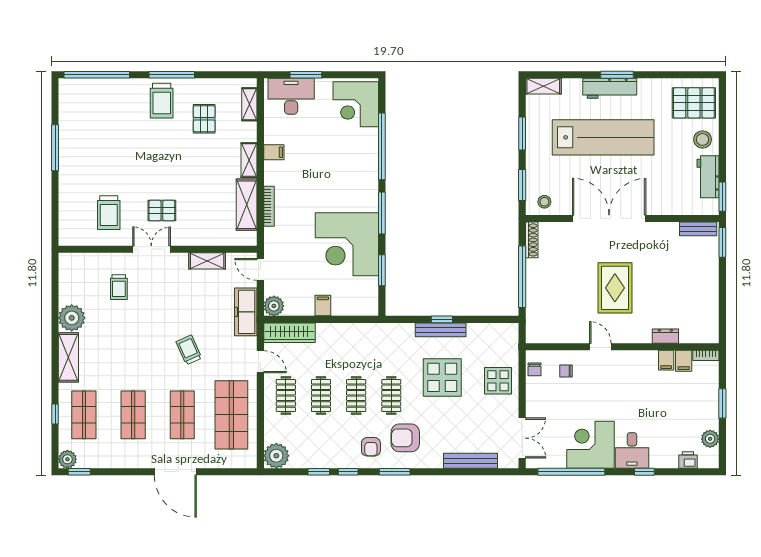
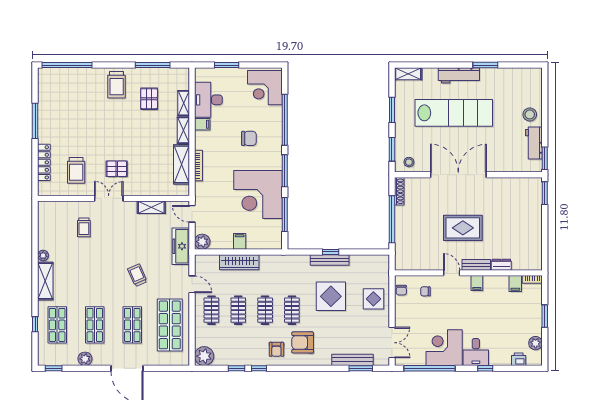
window: (172, 75) -> (153, 65), moved
window: (617, 75) -> (485, 65), moved
desk: (291, 96) -> (208, 100), moved, turned -90
pallet: (694, 103) -> (523, 87), removed
shelving: (249, 104) -> (184, 103), moved
chair: (335, 171) -> (249, 138), added
locker: (67, 202) -> (44, 162), added
bench: (698, 229) -> (476, 265), moved
window: (382, 270) -> (285, 214), width x1.44
rug: (615, 288) -> (463, 228), turned 90
plant: (72, 318) -> (43, 256), width x0.53, depth x0.53
wardrobe: (289, 333) -> (239, 262), moved
filing cabinet: (666, 360) -> (477, 283), moved
plant: (67, 459) -> (85, 359), moved
window: (395, 472) -> (361, 368), moved

